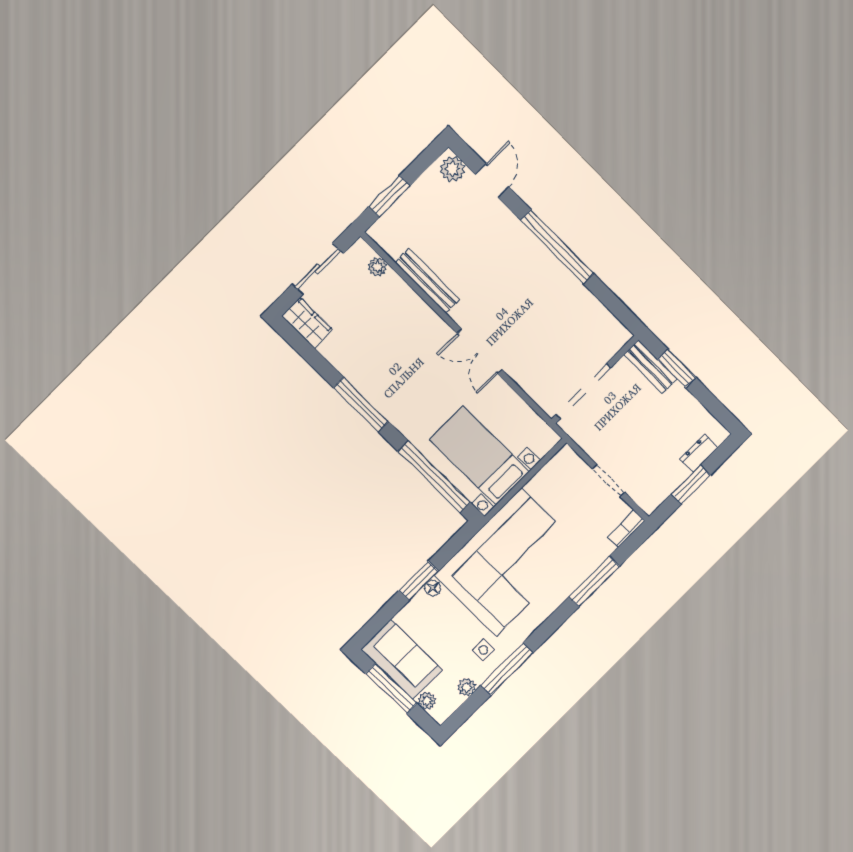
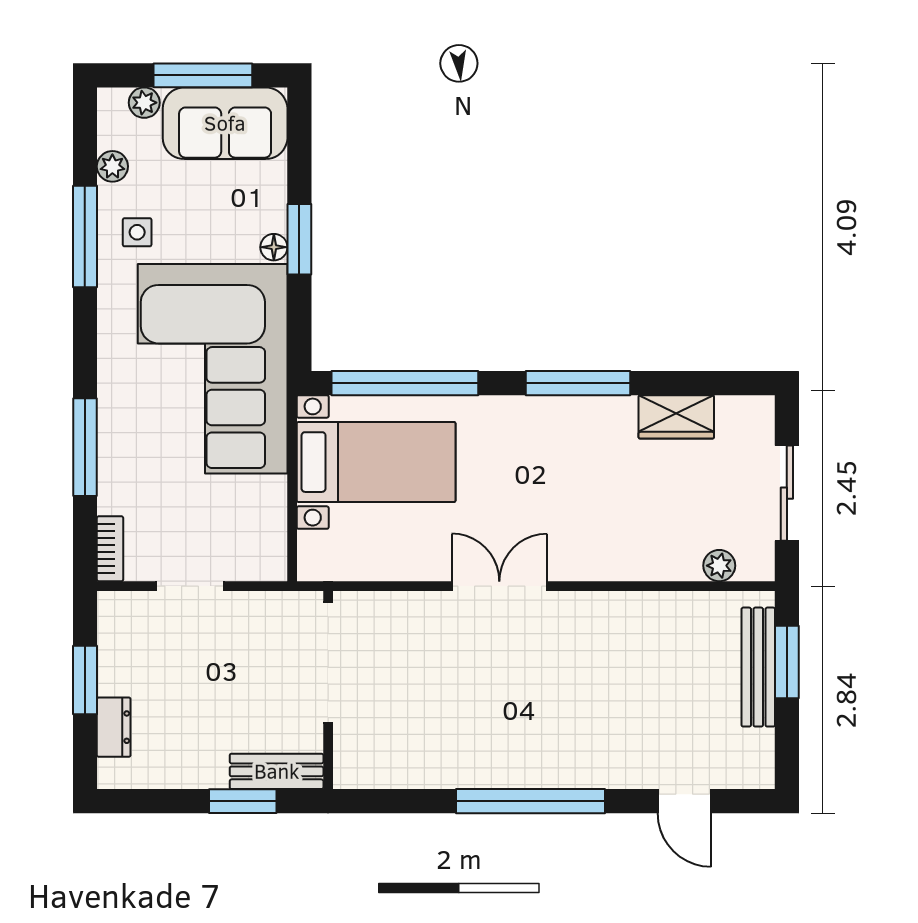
plant: (453, 169) -> (744, 768), removed
bench: (427, 281) -> (758, 667), moved, turned 90
wardrobe: (307, 323) -> (676, 417), moved

